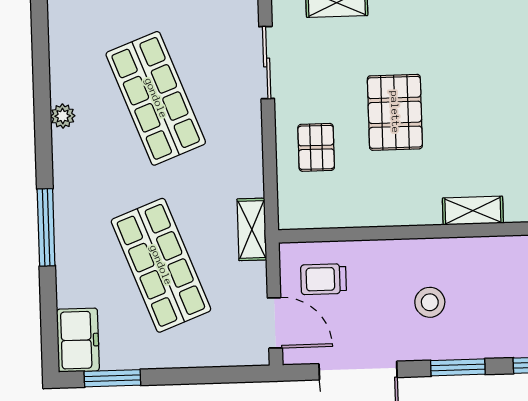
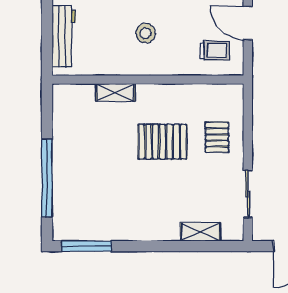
pallet: (395, 112) -> (162, 142), moved, turned 90
shelving: (252, 229) -> (261, 85), removed

